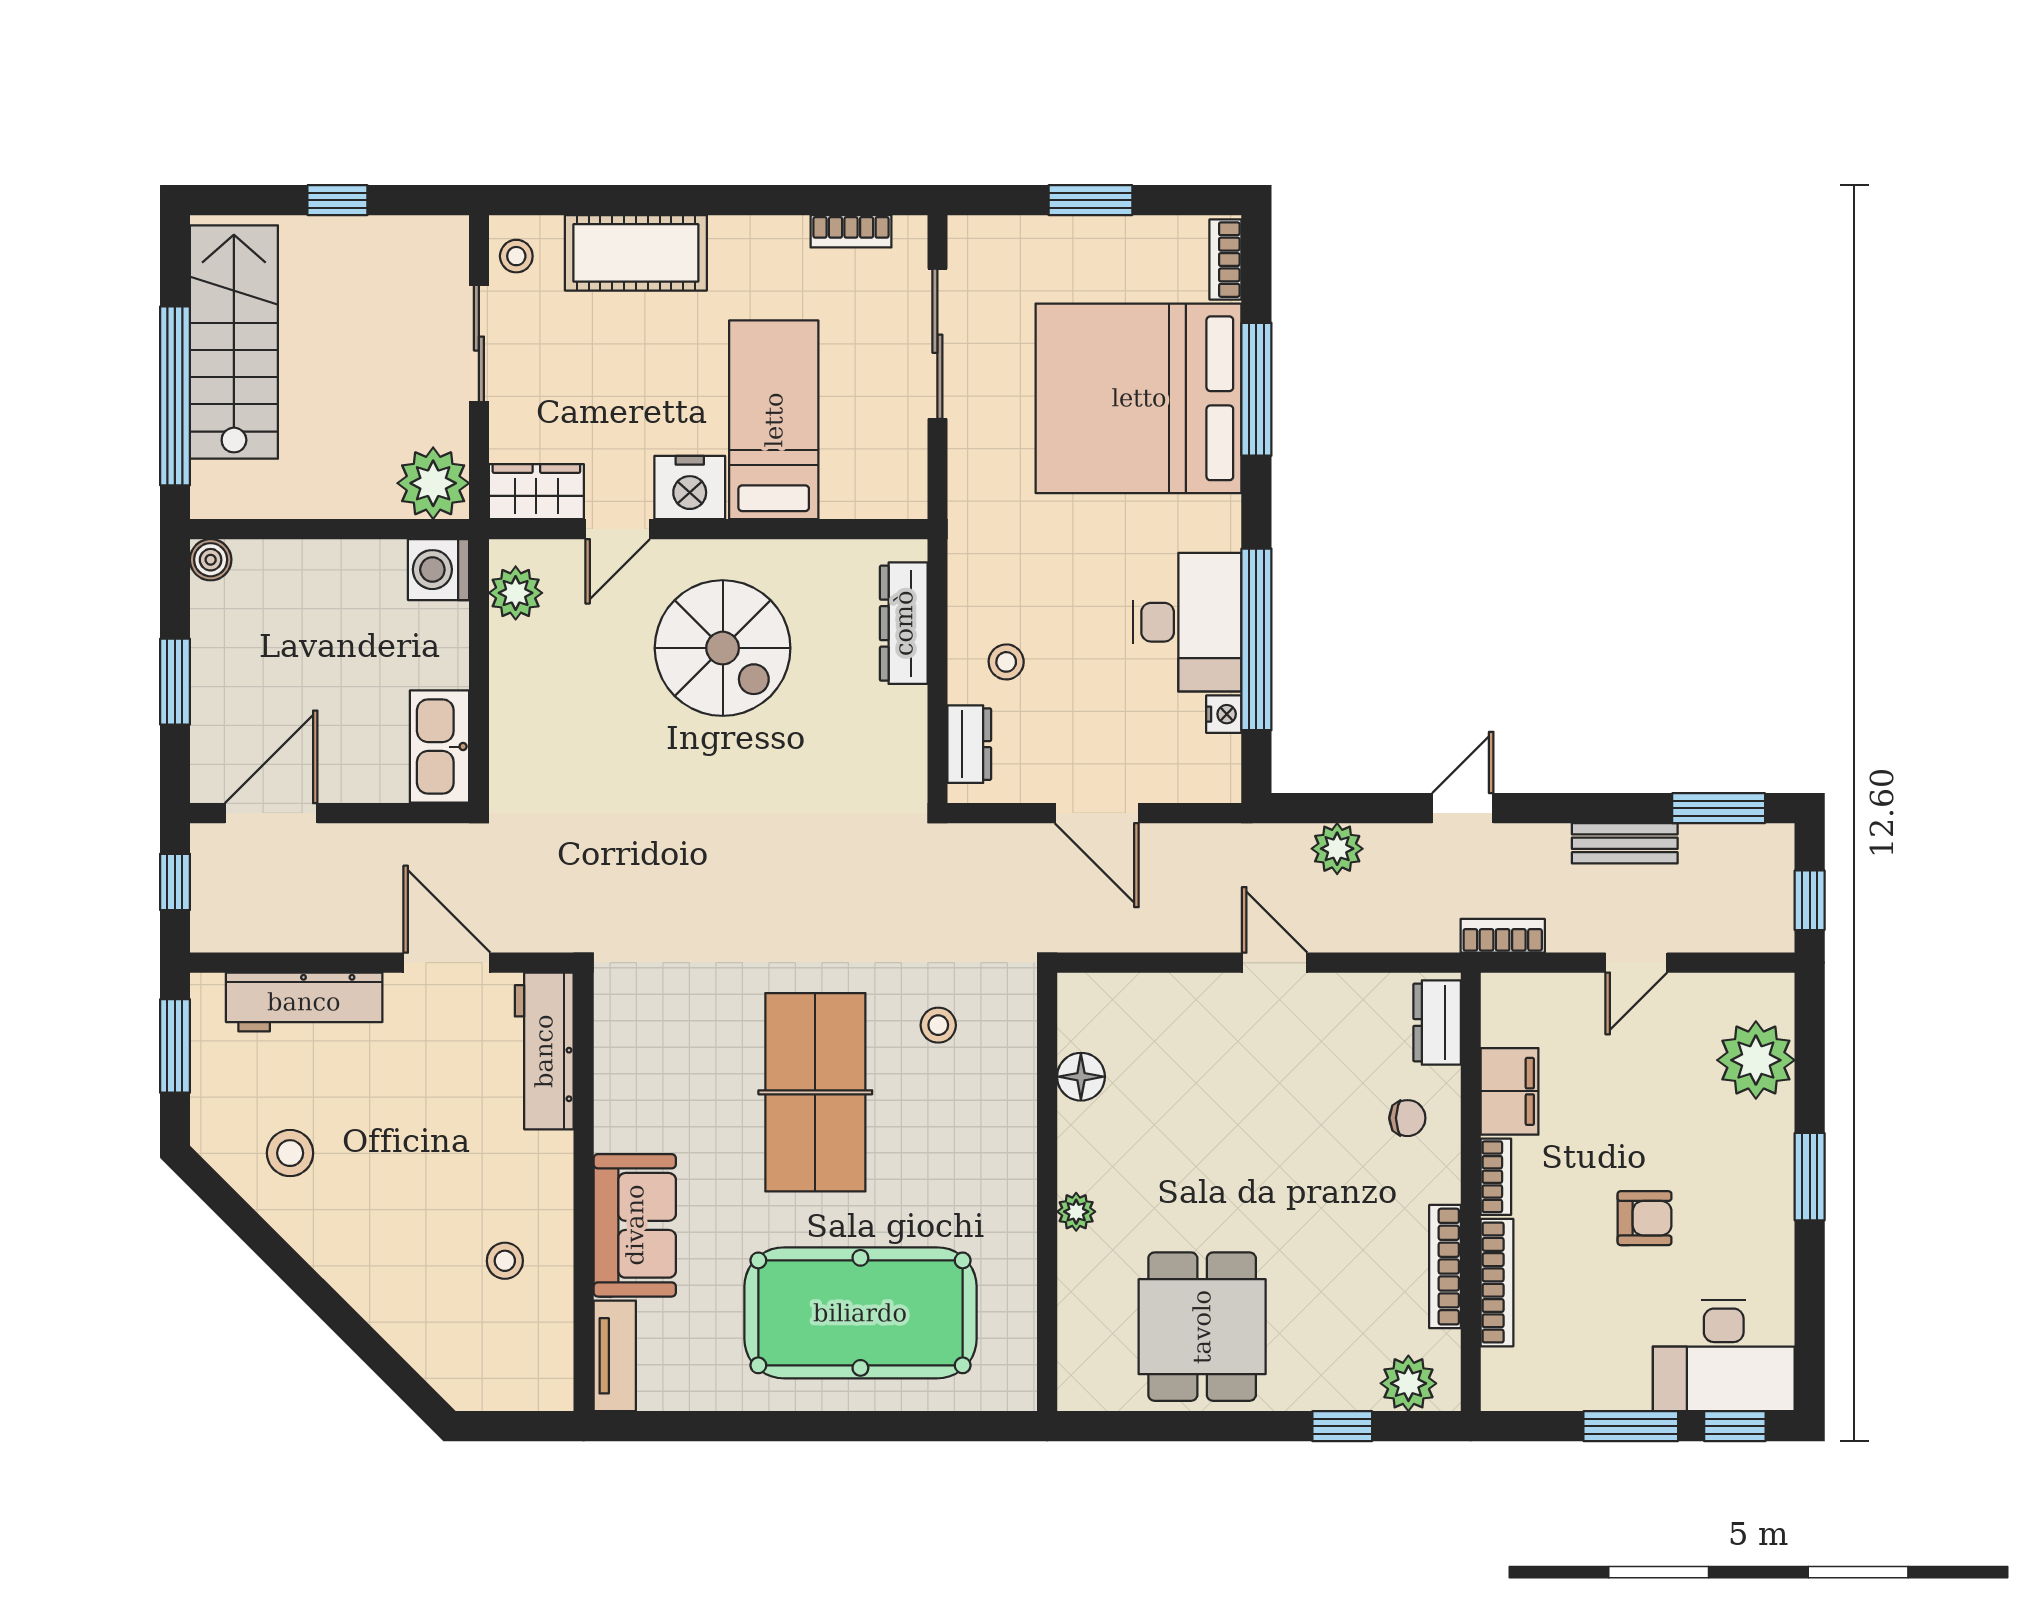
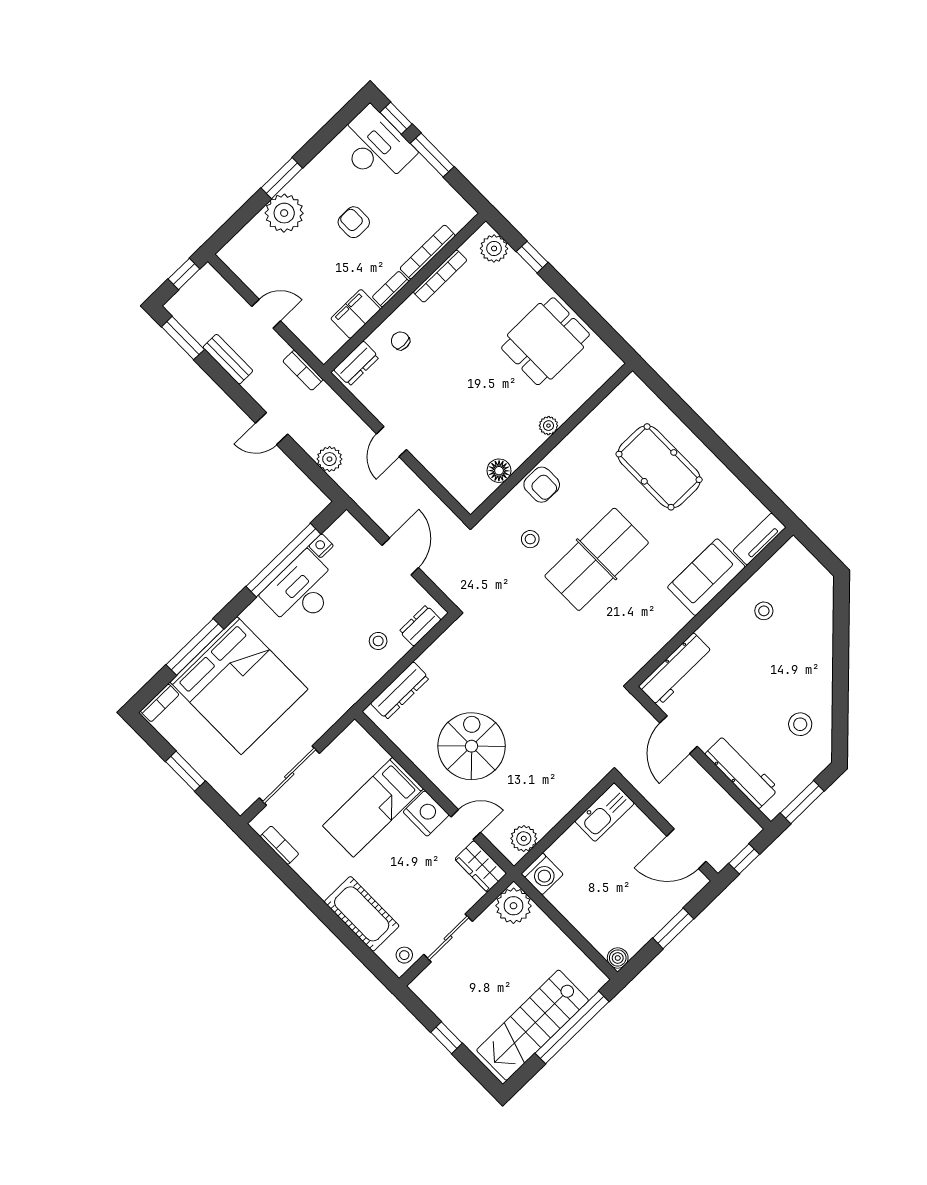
plant: (1756, 1060) -> (284, 213), moved
armchair: (1001, 1119) -> (542, 485), added
pool table: (860, 1313) -> (659, 467), width x0.73, depth x0.76

